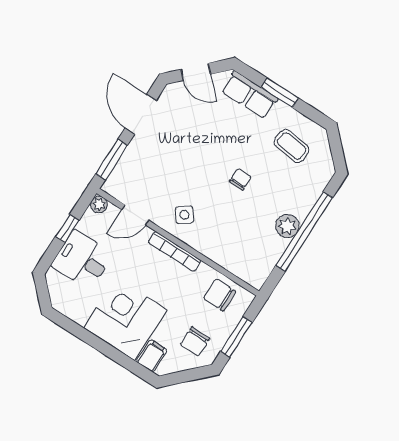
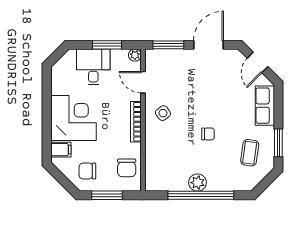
window: (280, 93) -> (278, 143), moved
window: (67, 228) -> (107, 45), width x1.50
chair: (220, 295) -> (127, 168), turned 180

